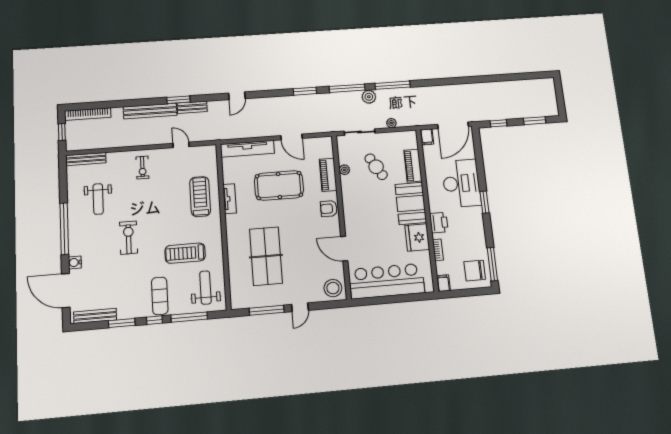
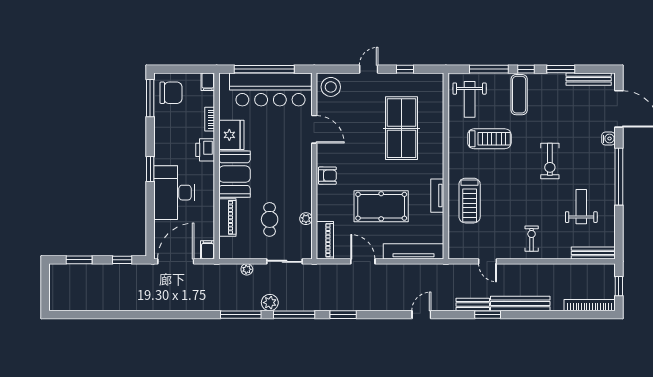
cafe table: (376, 167) -> (270, 219), turned 31
piano: (328, 175) -> (325, 240), moved
window: (394, 299) -> (264, 69), added
window: (267, 310) -> (405, 69), width x0.46

